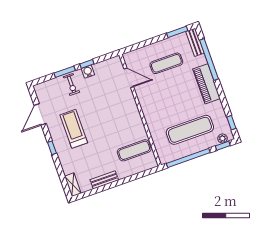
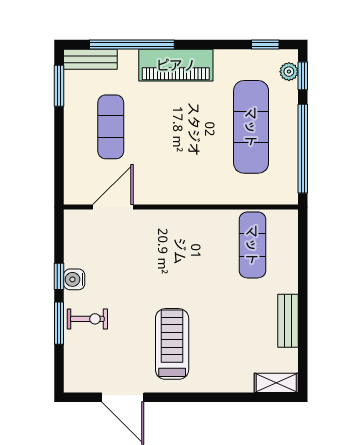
treadmill: (74, 129) -> (172, 344), turned 90
window: (52, 148) -> (193, 397), removed

